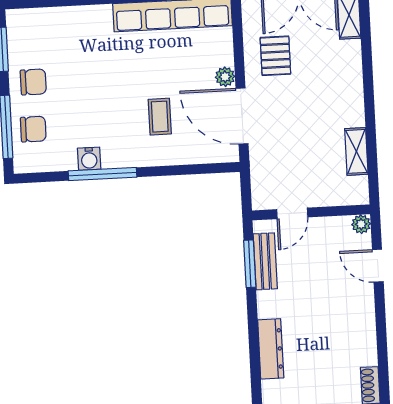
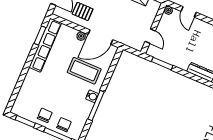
coffee table: (160, 117) -> (84, 71), width x1.86, depth x1.72
water cooler: (89, 159) -> (92, 96), moved
bench: (265, 261) -> (164, 57), removed
door: (378, 266) -> (189, 12), hinge flipped

